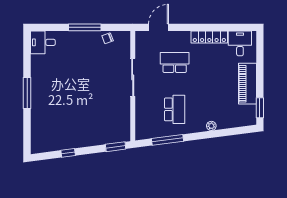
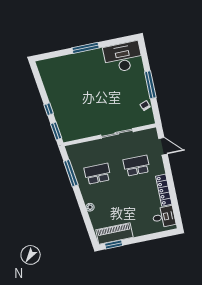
desk: (43, 42) -> (123, 57), width x1.87, depth x1.30
school desk: (175, 62) -> (137, 166), turned -90
piano: (247, 84) -> (114, 234), moved
school desk: (175, 109) -> (97, 174), turned 180
window: (68, 153) -> (49, 109), moved

